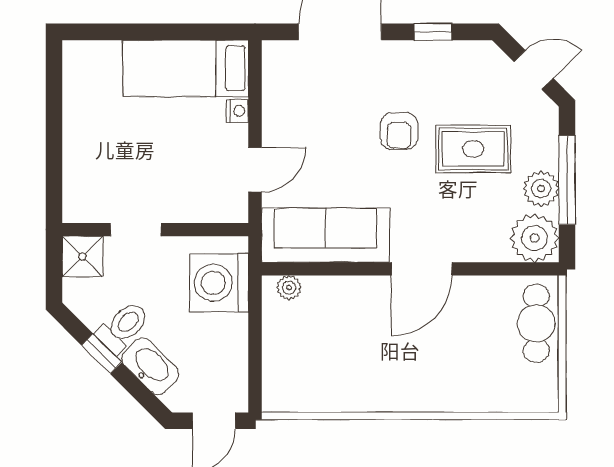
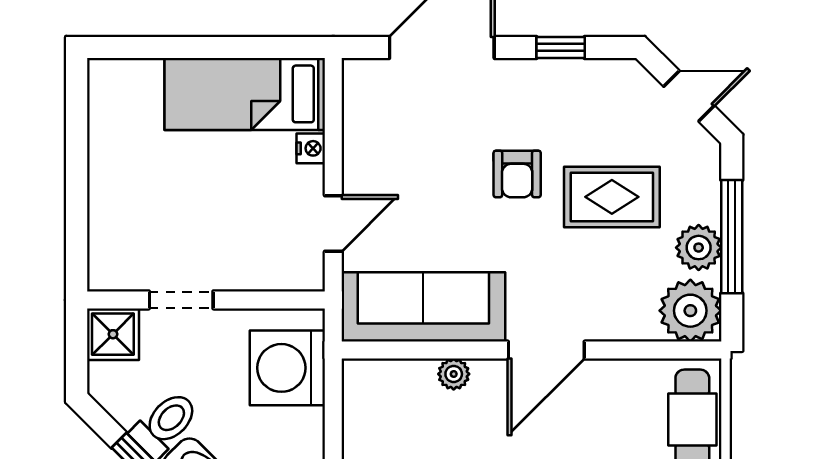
plant: (289, 288) -> (454, 374), moved

